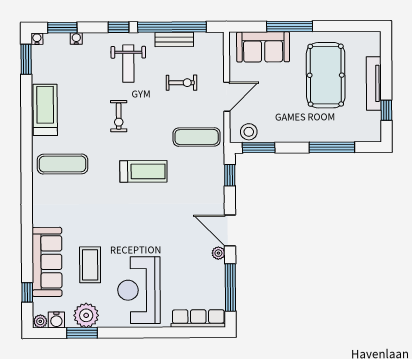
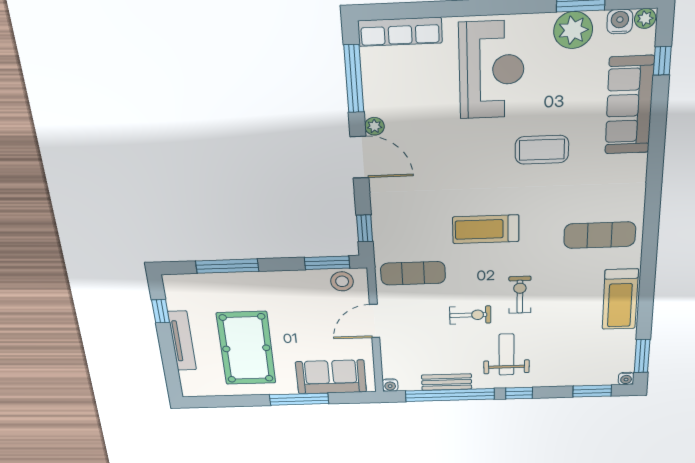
water cooler: (76, 39) -> (390, 385), moved
exercise bike: (181, 83) -> (470, 315), moved, turned 180
coffee table: (90, 265) -> (542, 150), moved, turned 90

